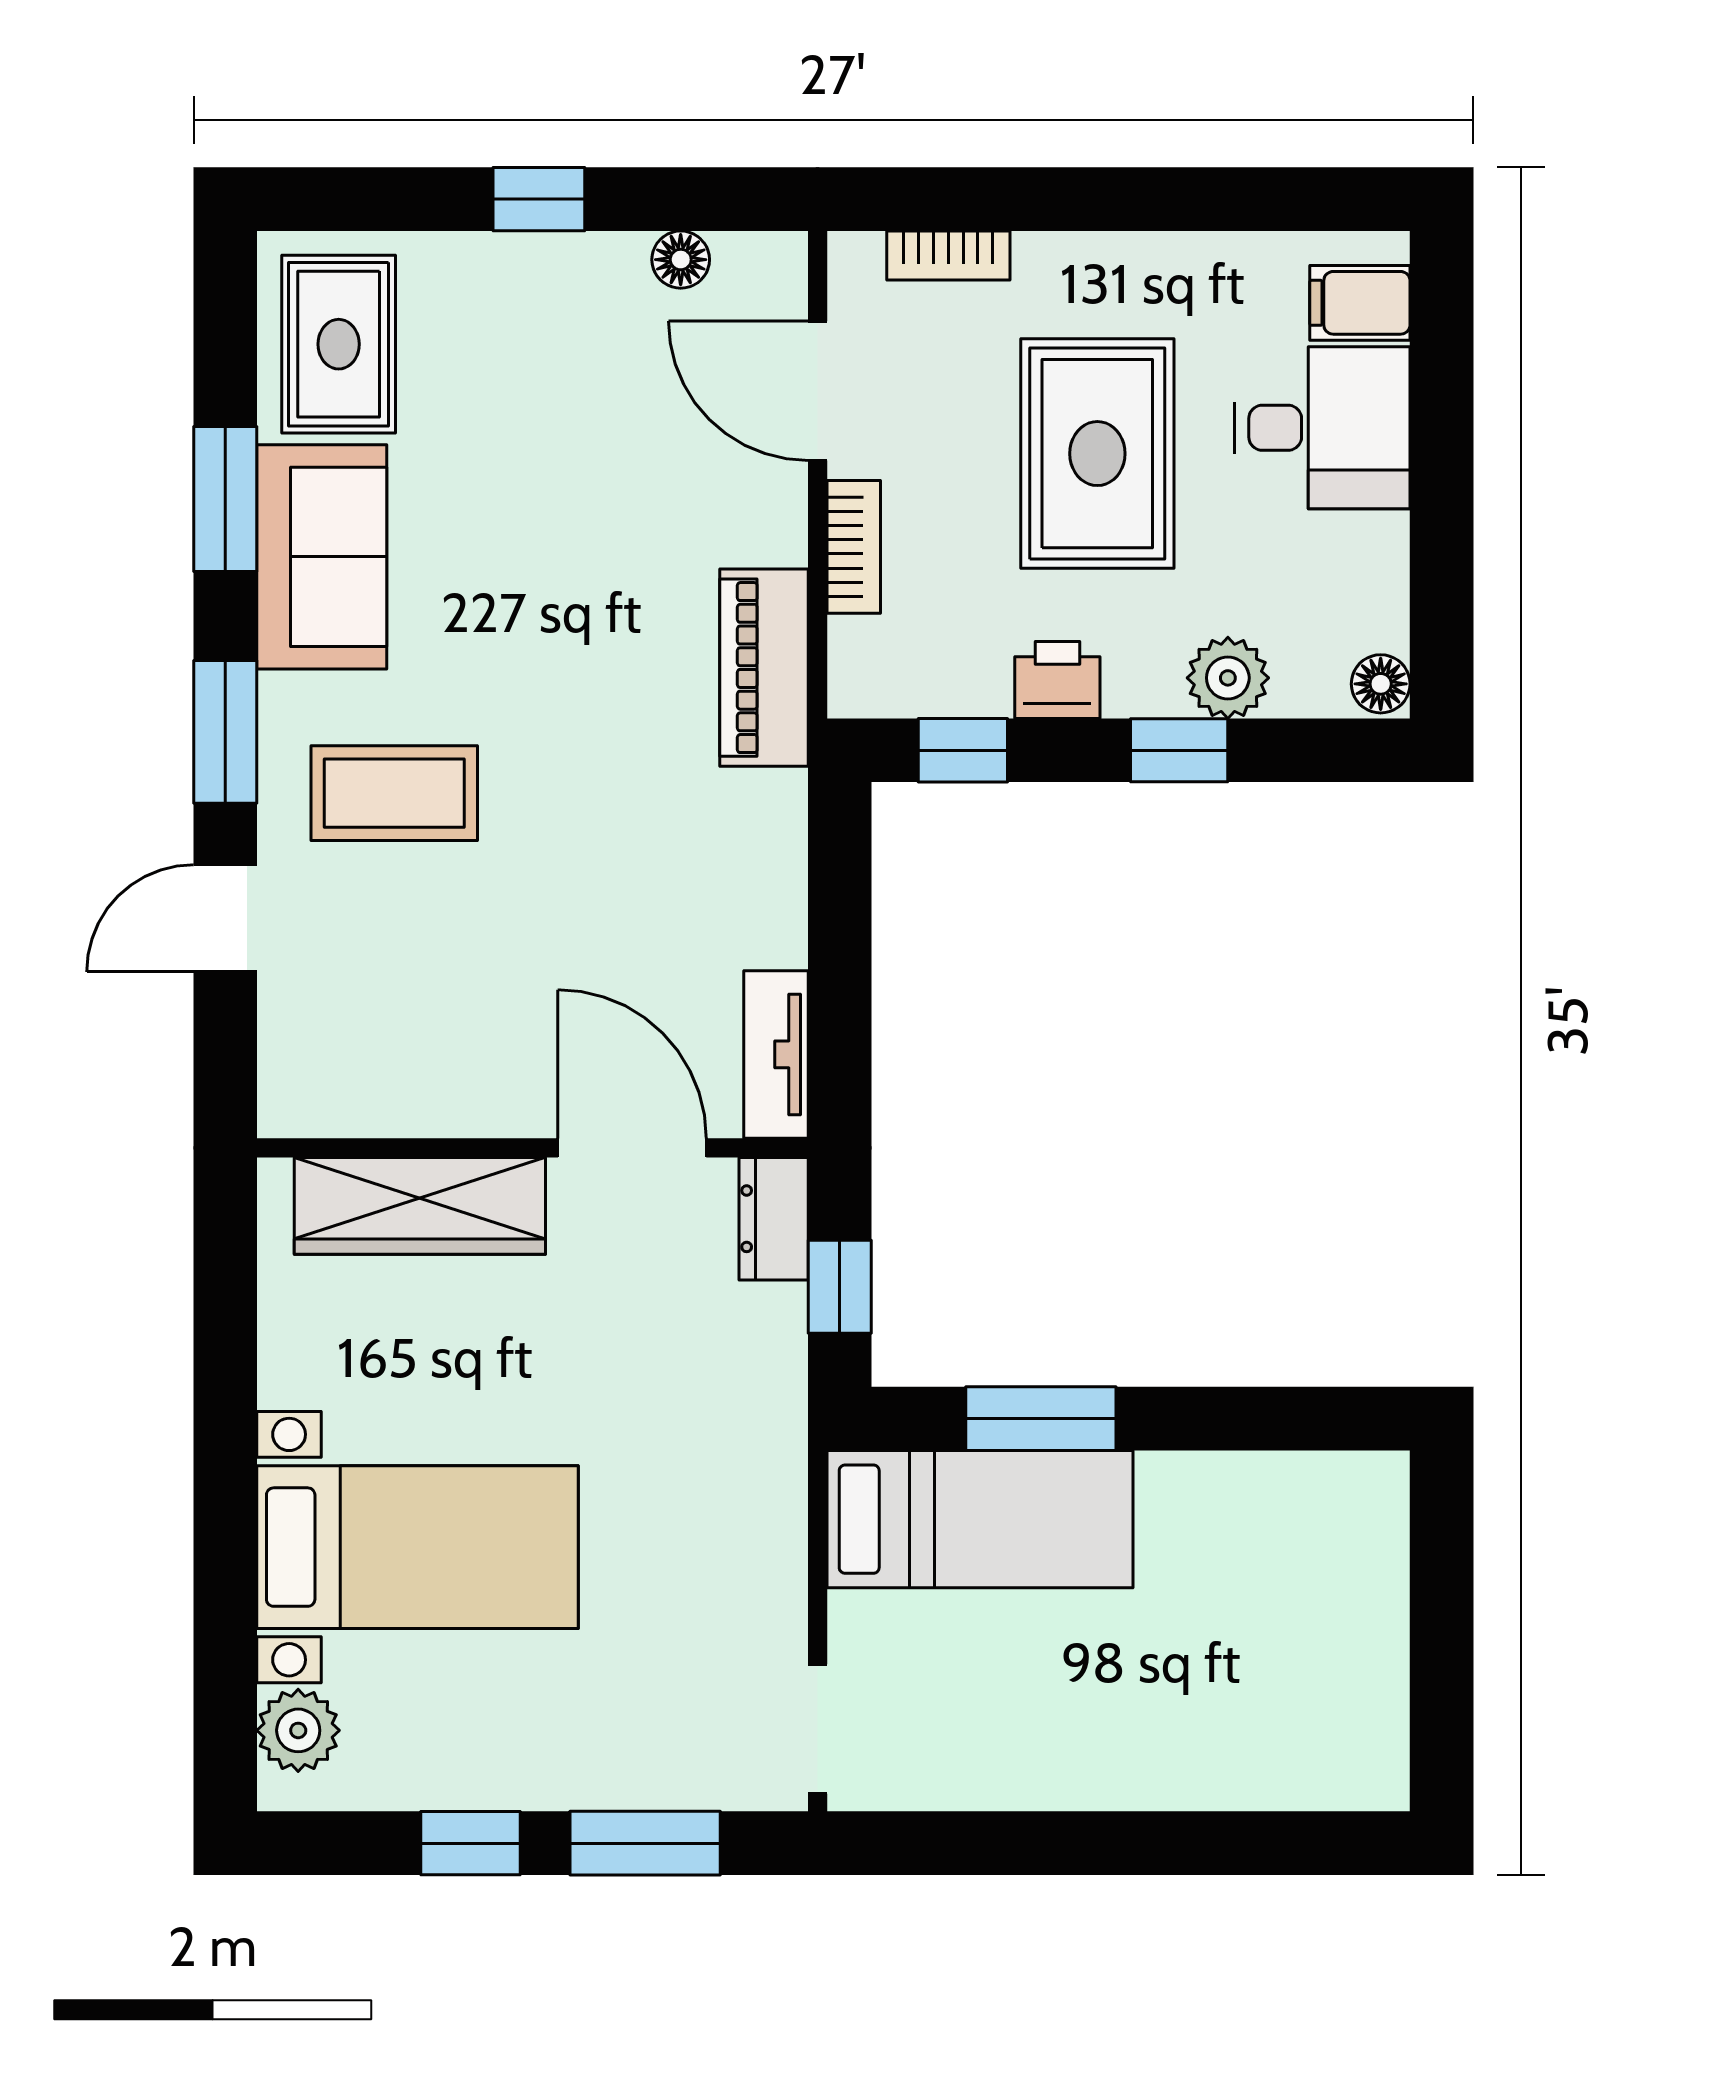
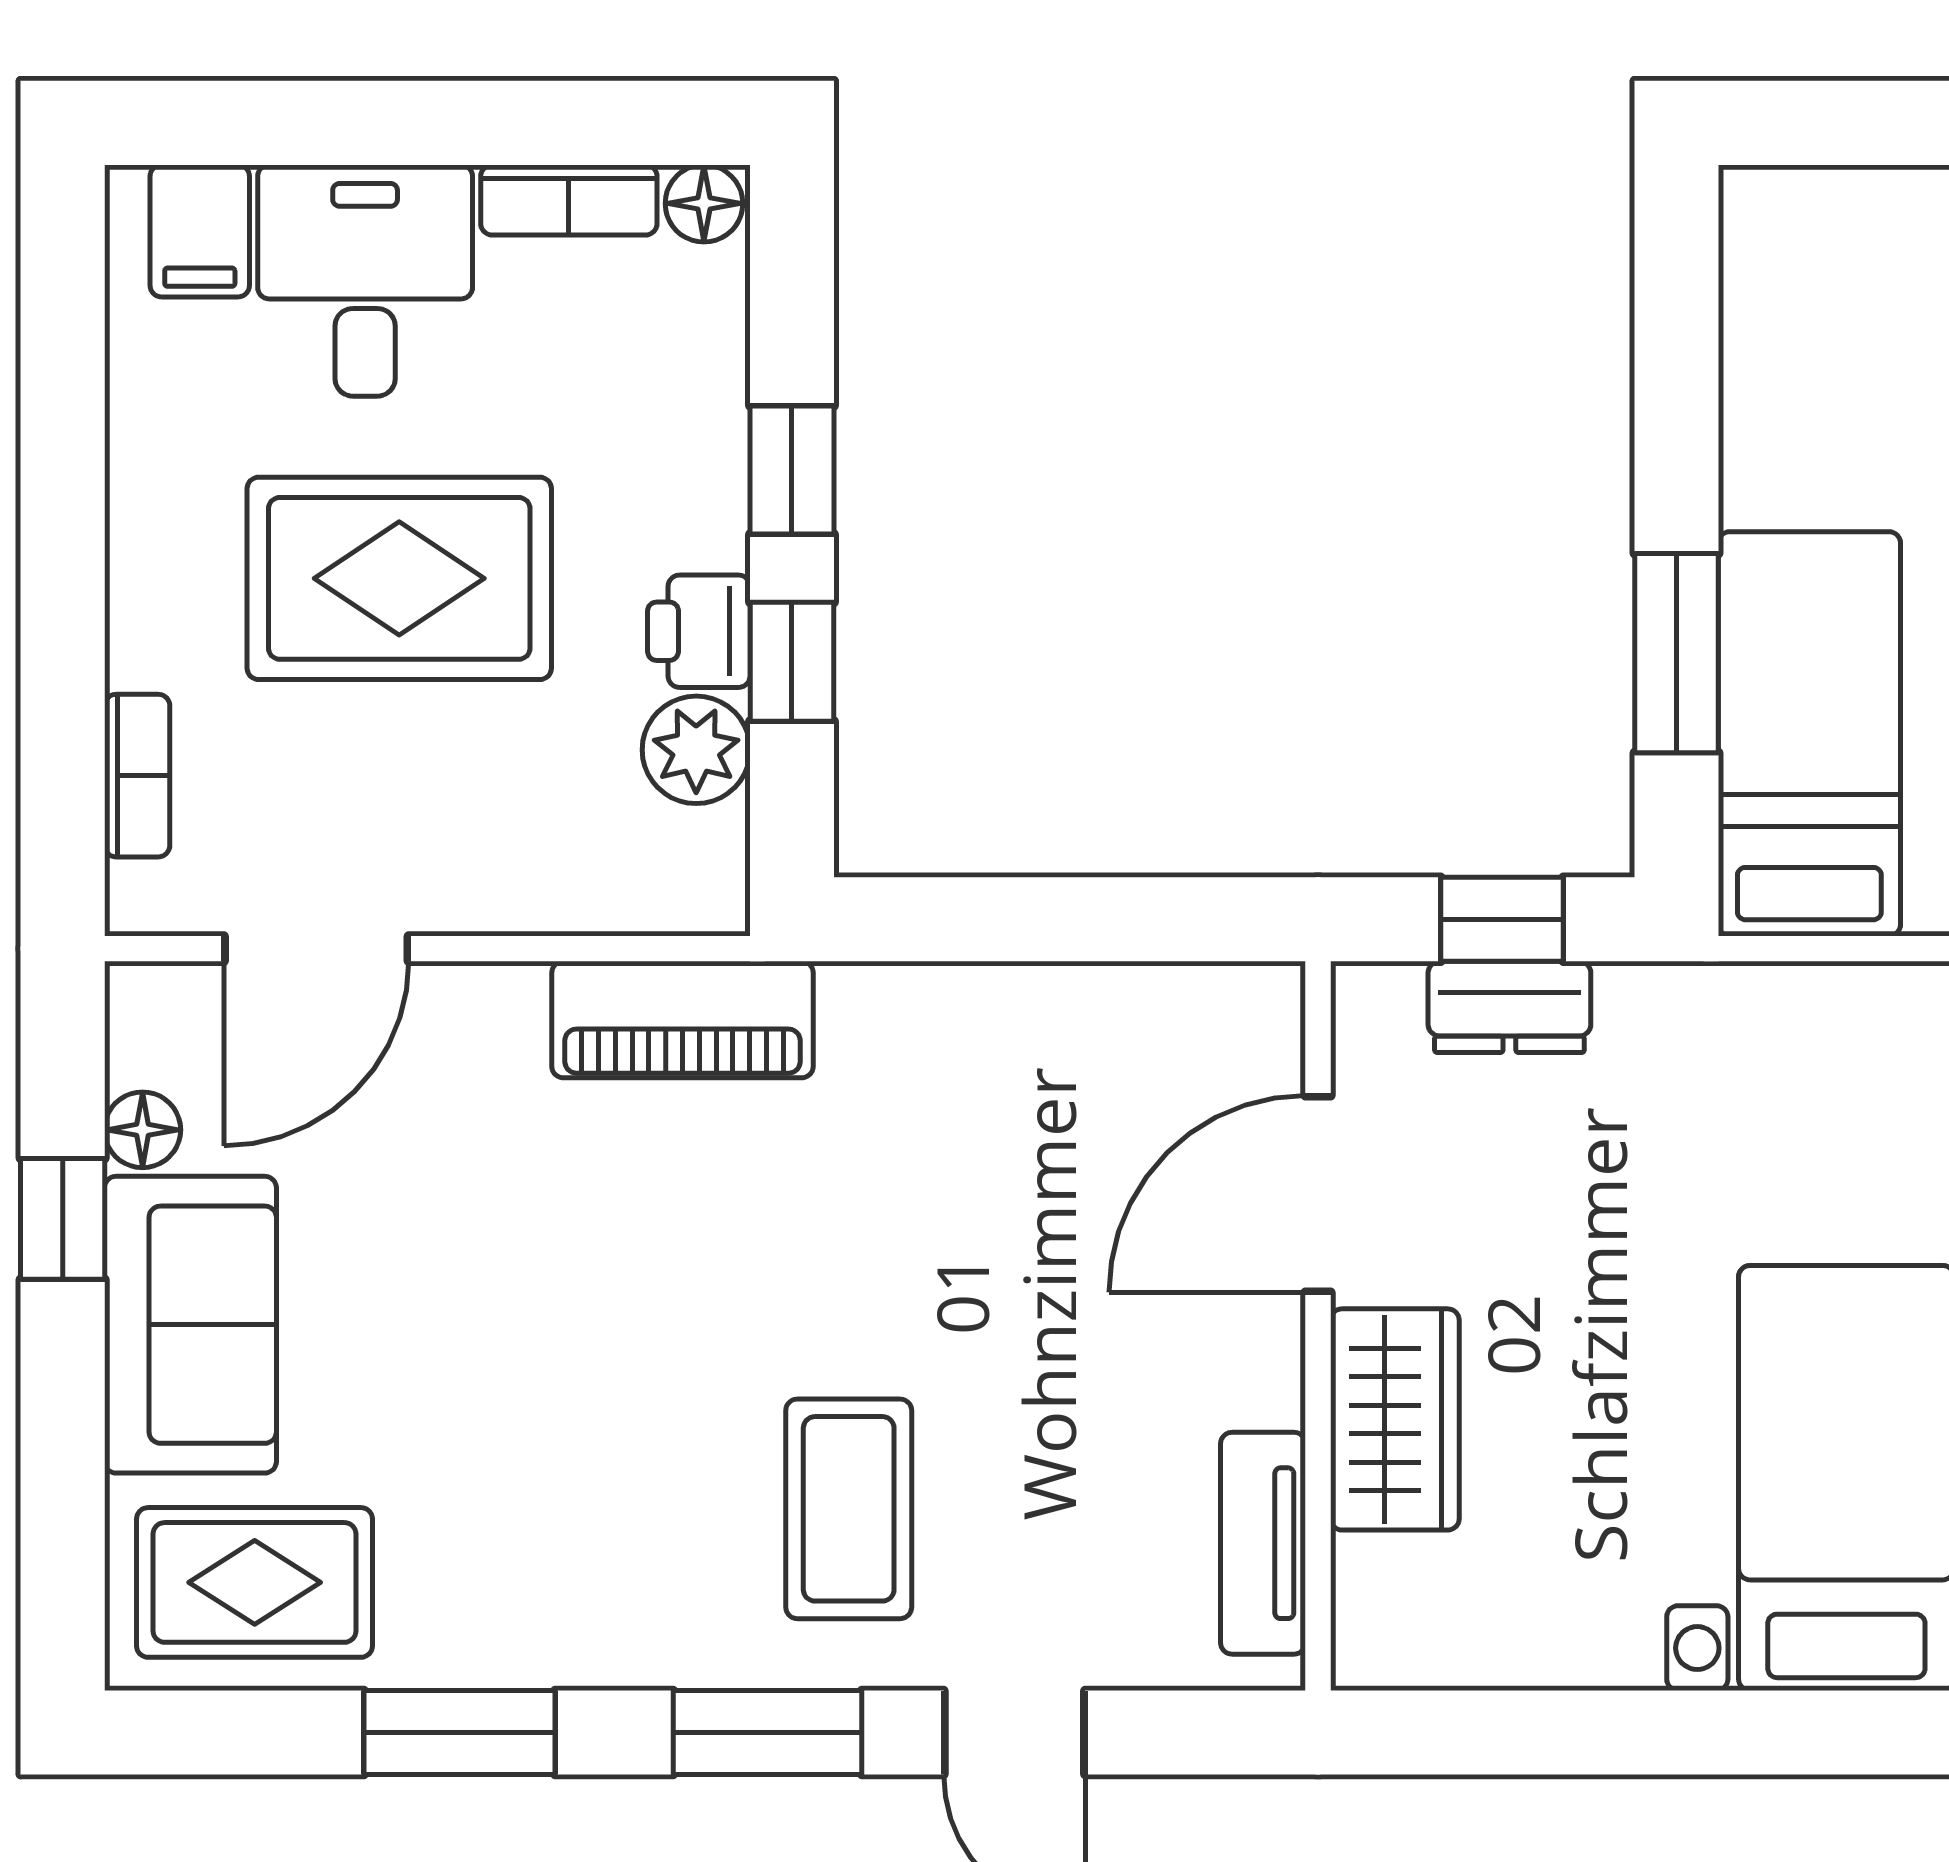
window: (539, 199) -> (63, 1219), moved
bookcase: (854, 547) -> (569, 200), moved, turned 180
sofa: (322, 557) -> (190, 1325), moved, turned 90
plant: (1228, 678) -> (696, 750), moved
window: (963, 750) -> (792, 662), moved
tv unit: (776, 1054) -> (1263, 1543), moved, turned 90
wardrobe: (420, 1206) -> (1395, 1419), width x0.67
dresser: (774, 1219) -> (1509, 1007), moved

